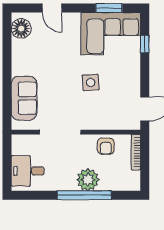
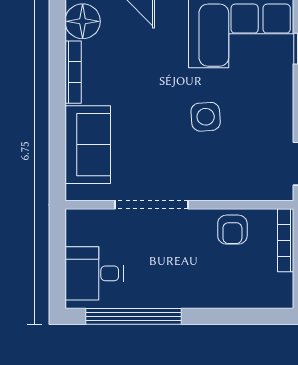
bookcase: (16, 57) -> (73, 72), added
plant: (88, 180) -> (201, 289), removed
window: (84, 195) -> (133, 316), moved

